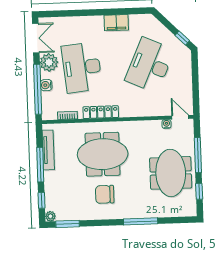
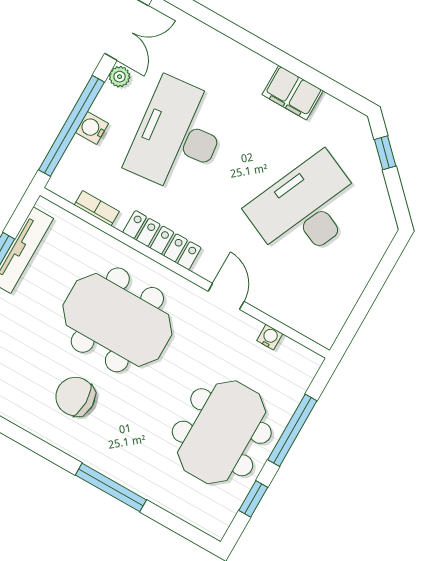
window: (182, 38) -> (385, 153), moved
plant: (49, 62) -> (120, 77), width x0.53, depth x0.53
door: (180, 117) -> (226, 296), moved

